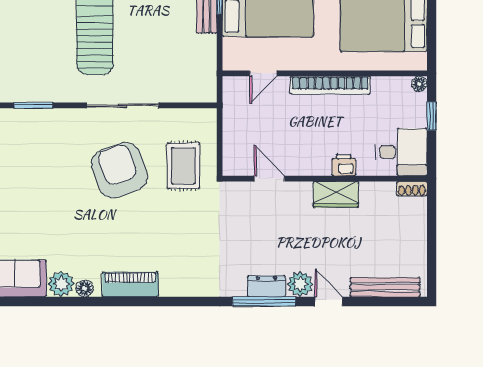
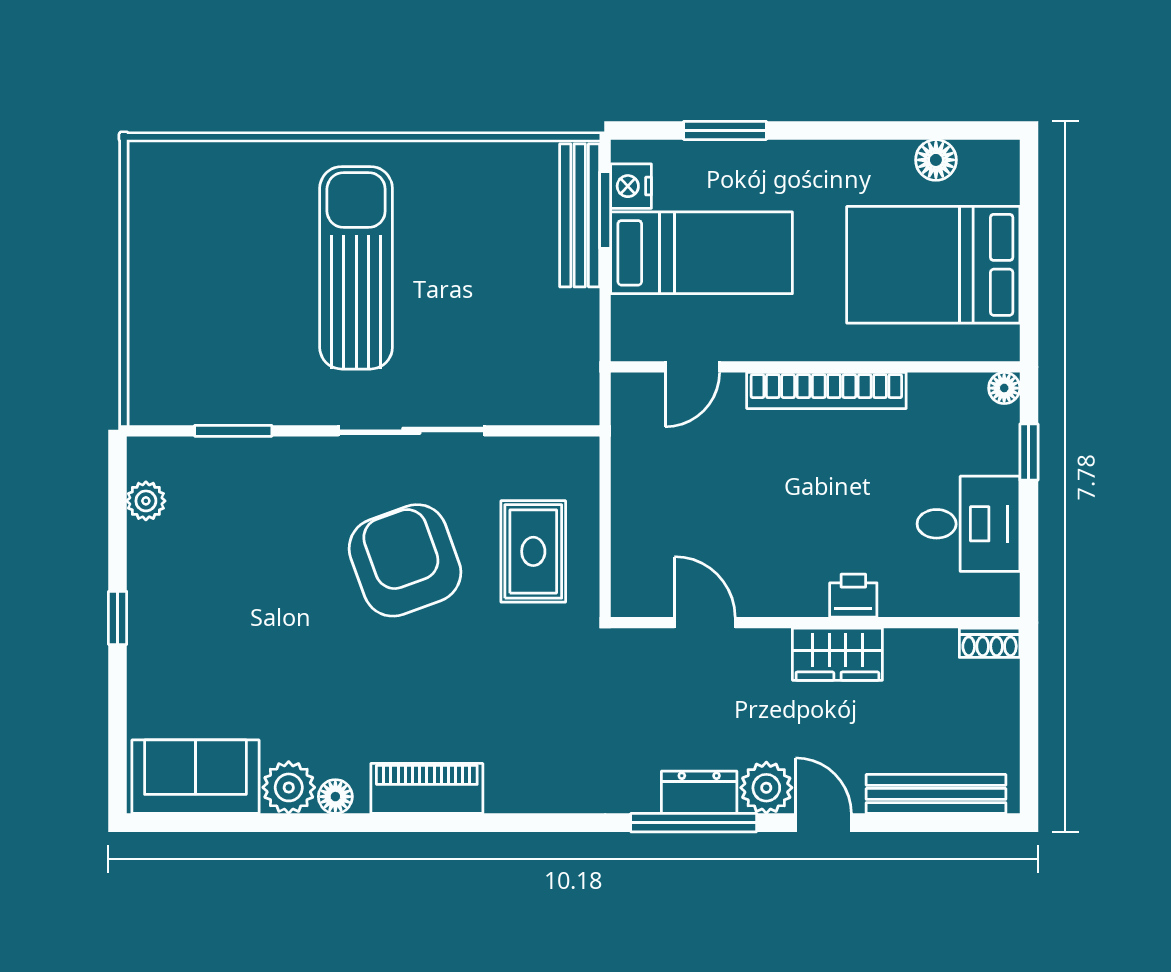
printer: (344, 165) -> (853, 596), moved
door: (269, 179) -> (705, 623), moved
wall: (325, 179) -> (815, 623), moved
shoe rack: (412, 189) -> (990, 643), moved
wardrobe: (336, 194) -> (837, 654), moved

